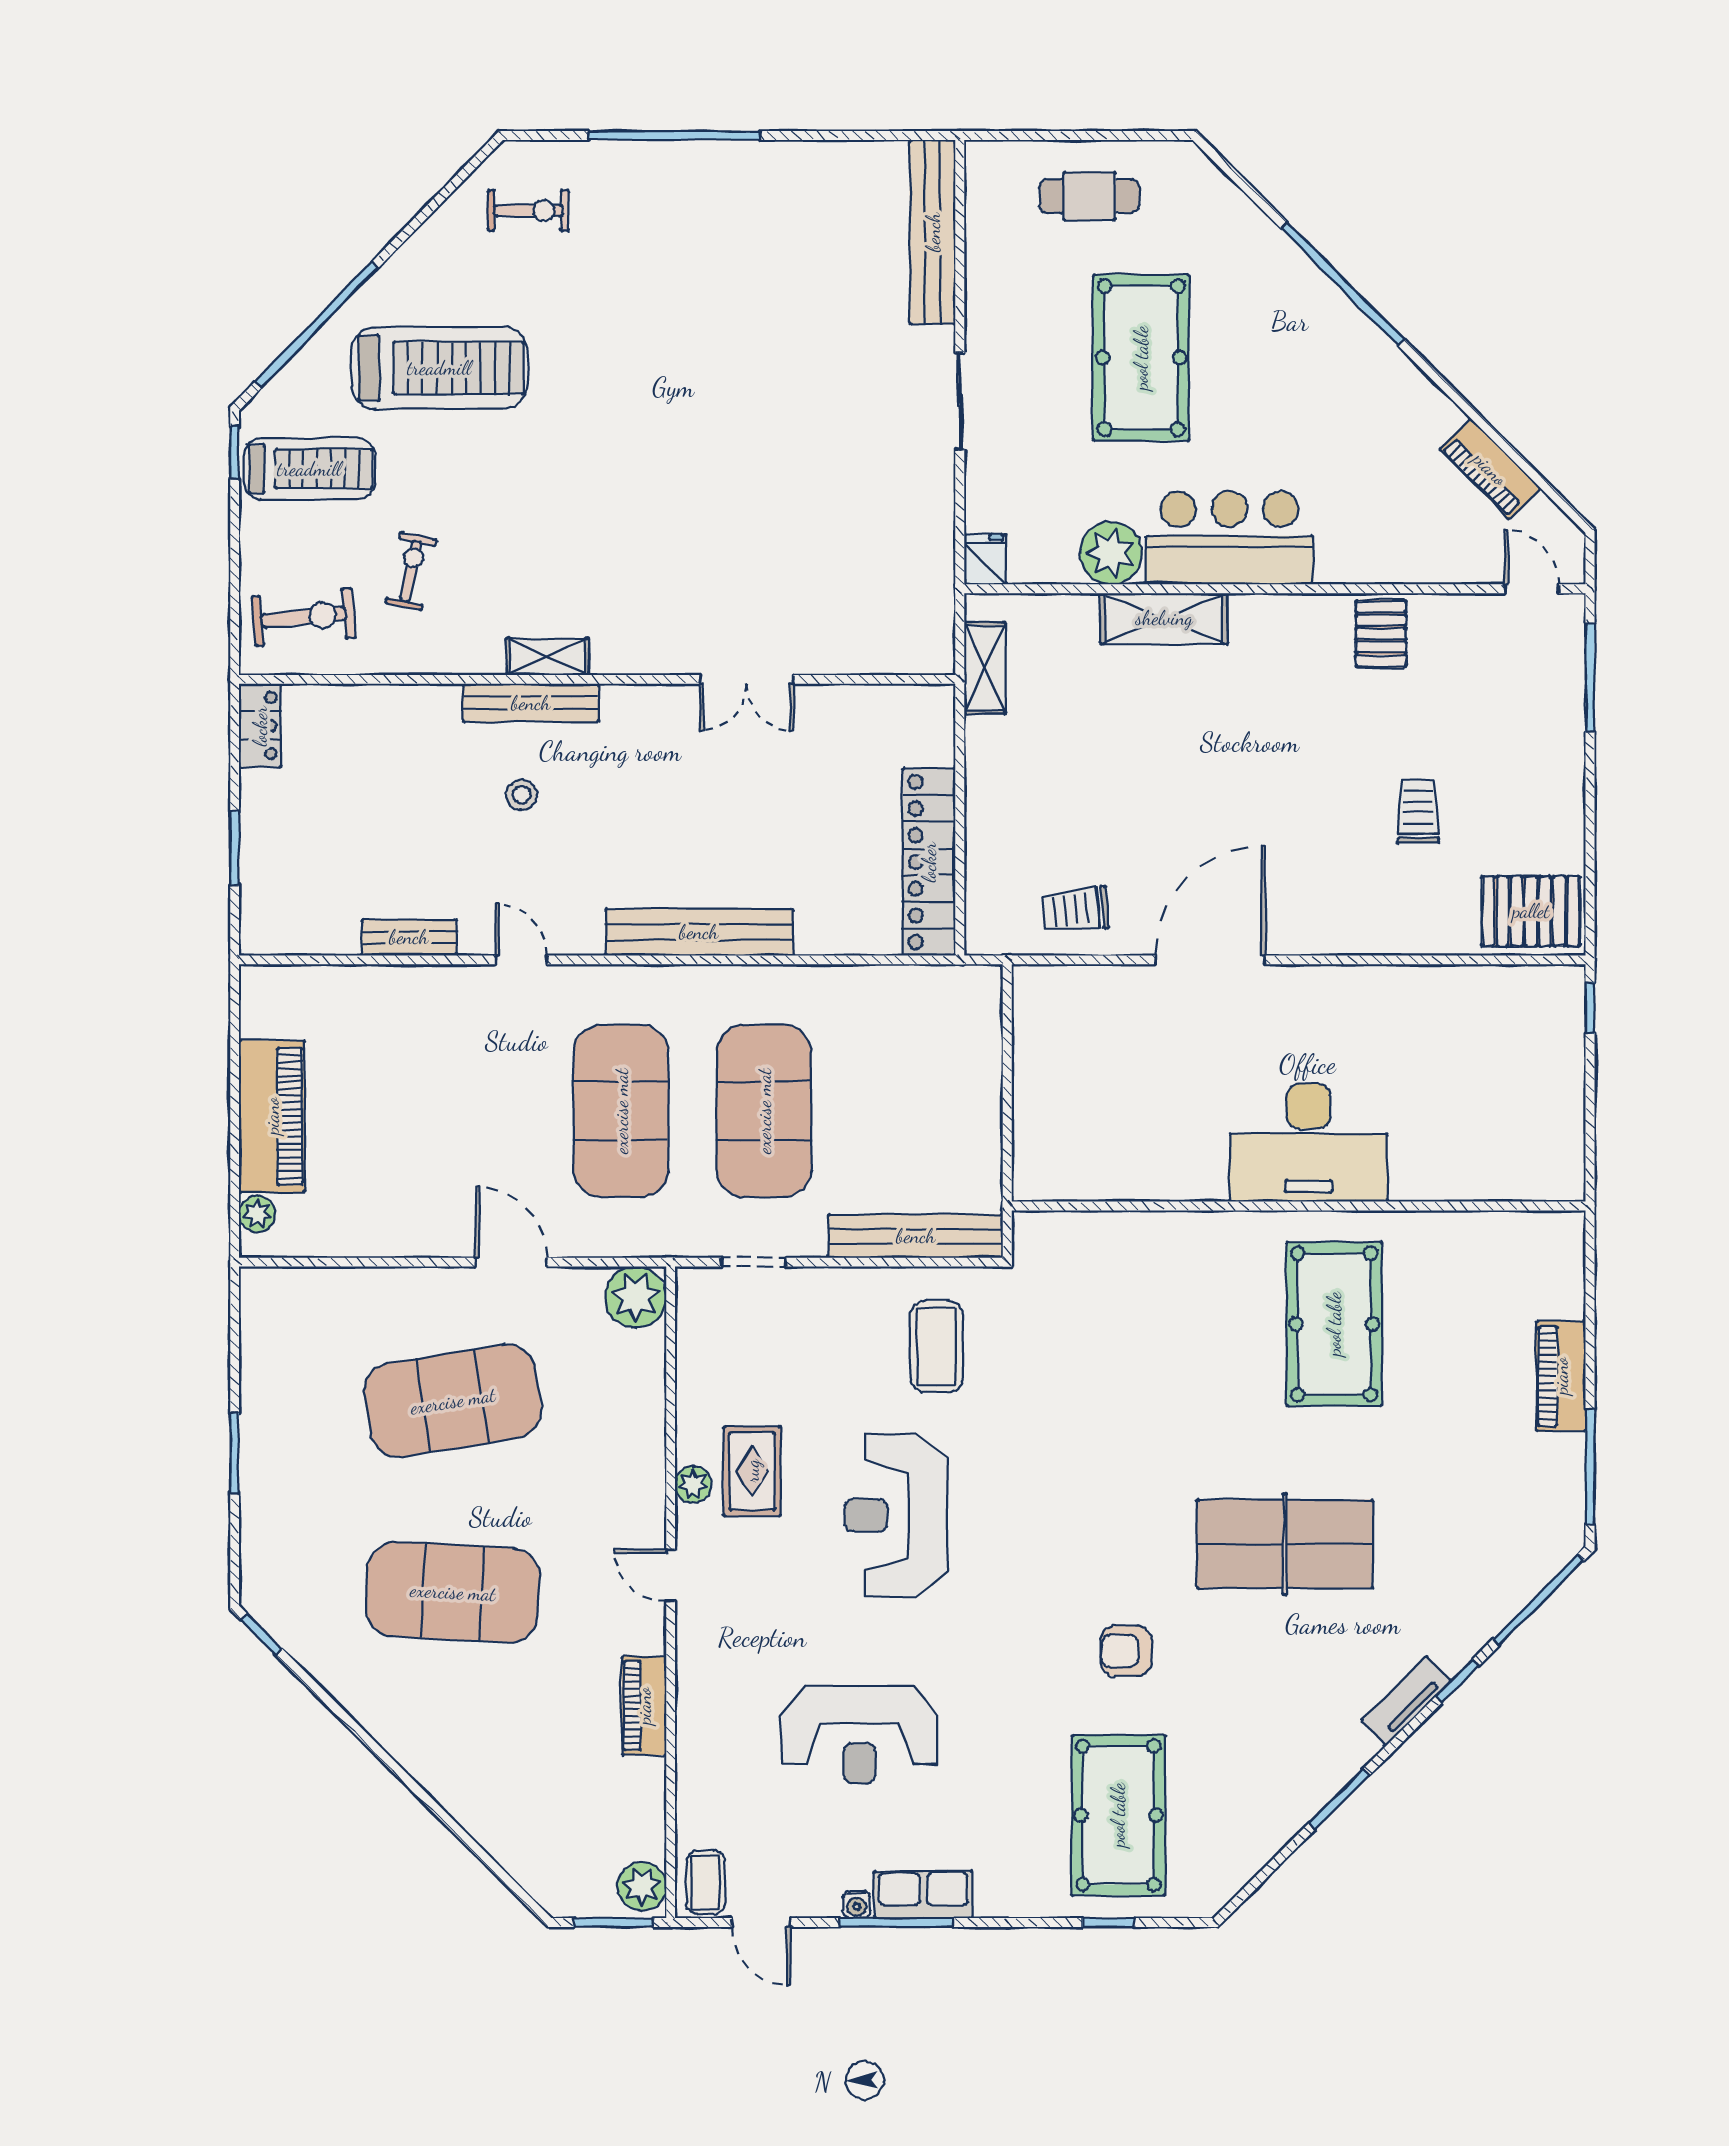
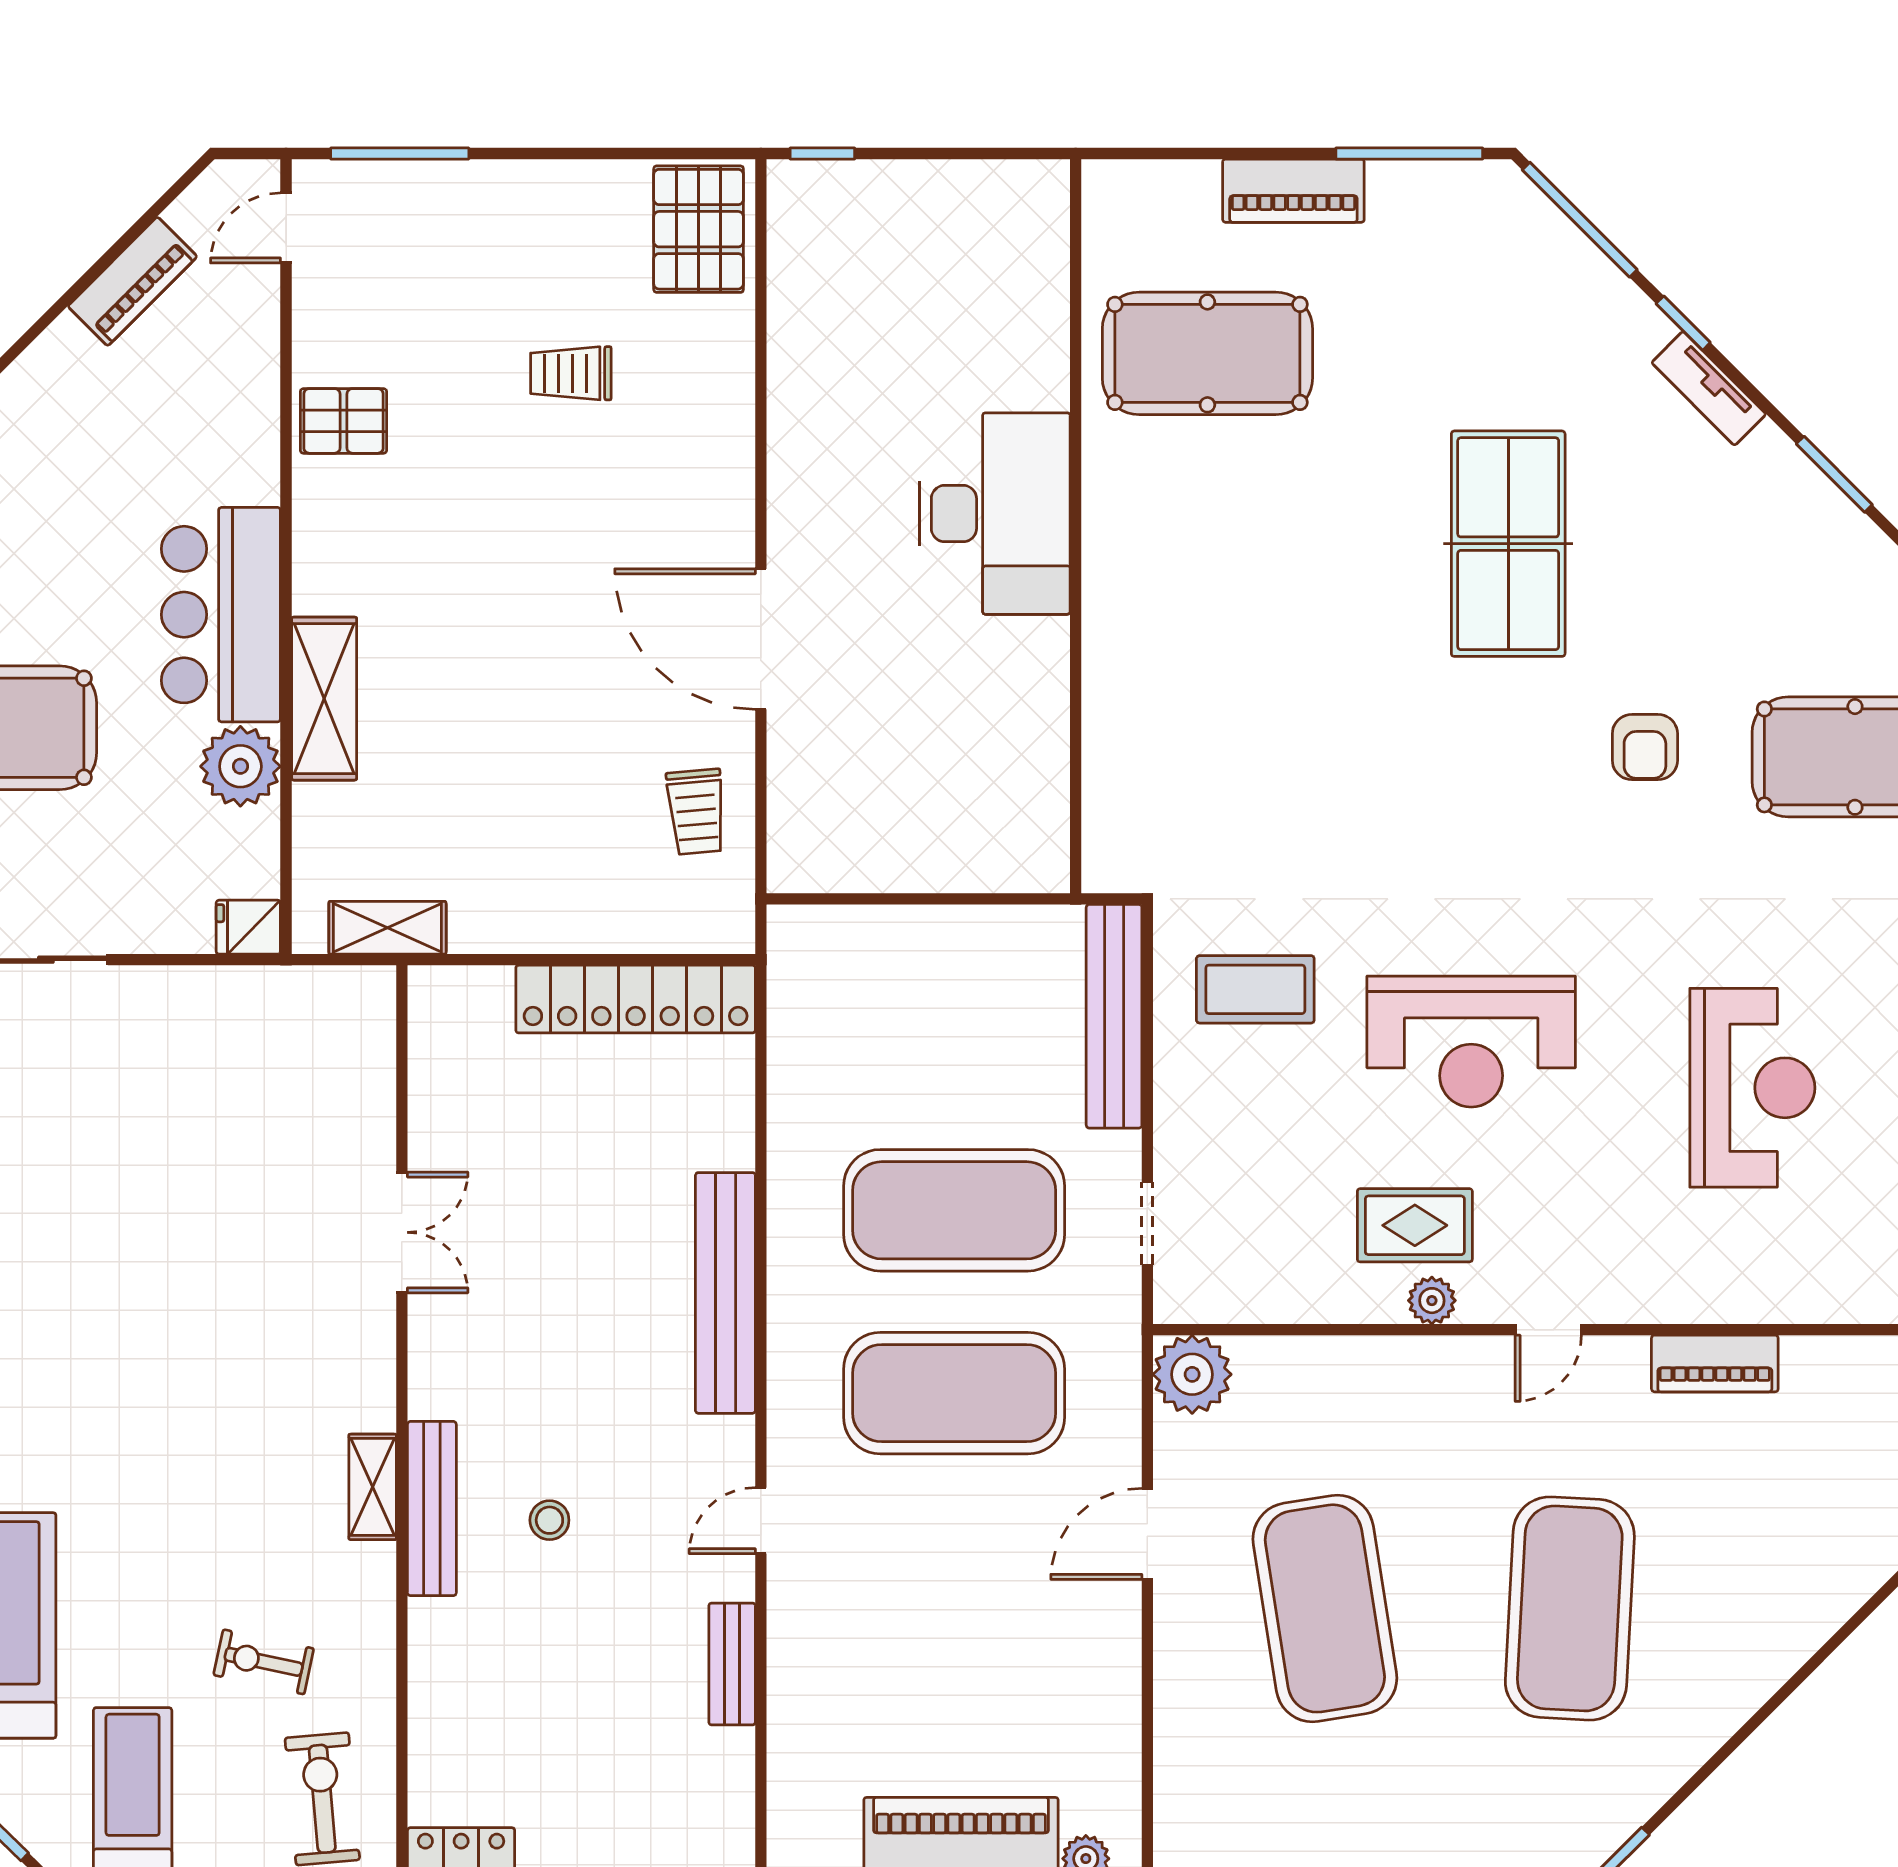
pool table: (1334, 1324) -> (1207, 353), moved

